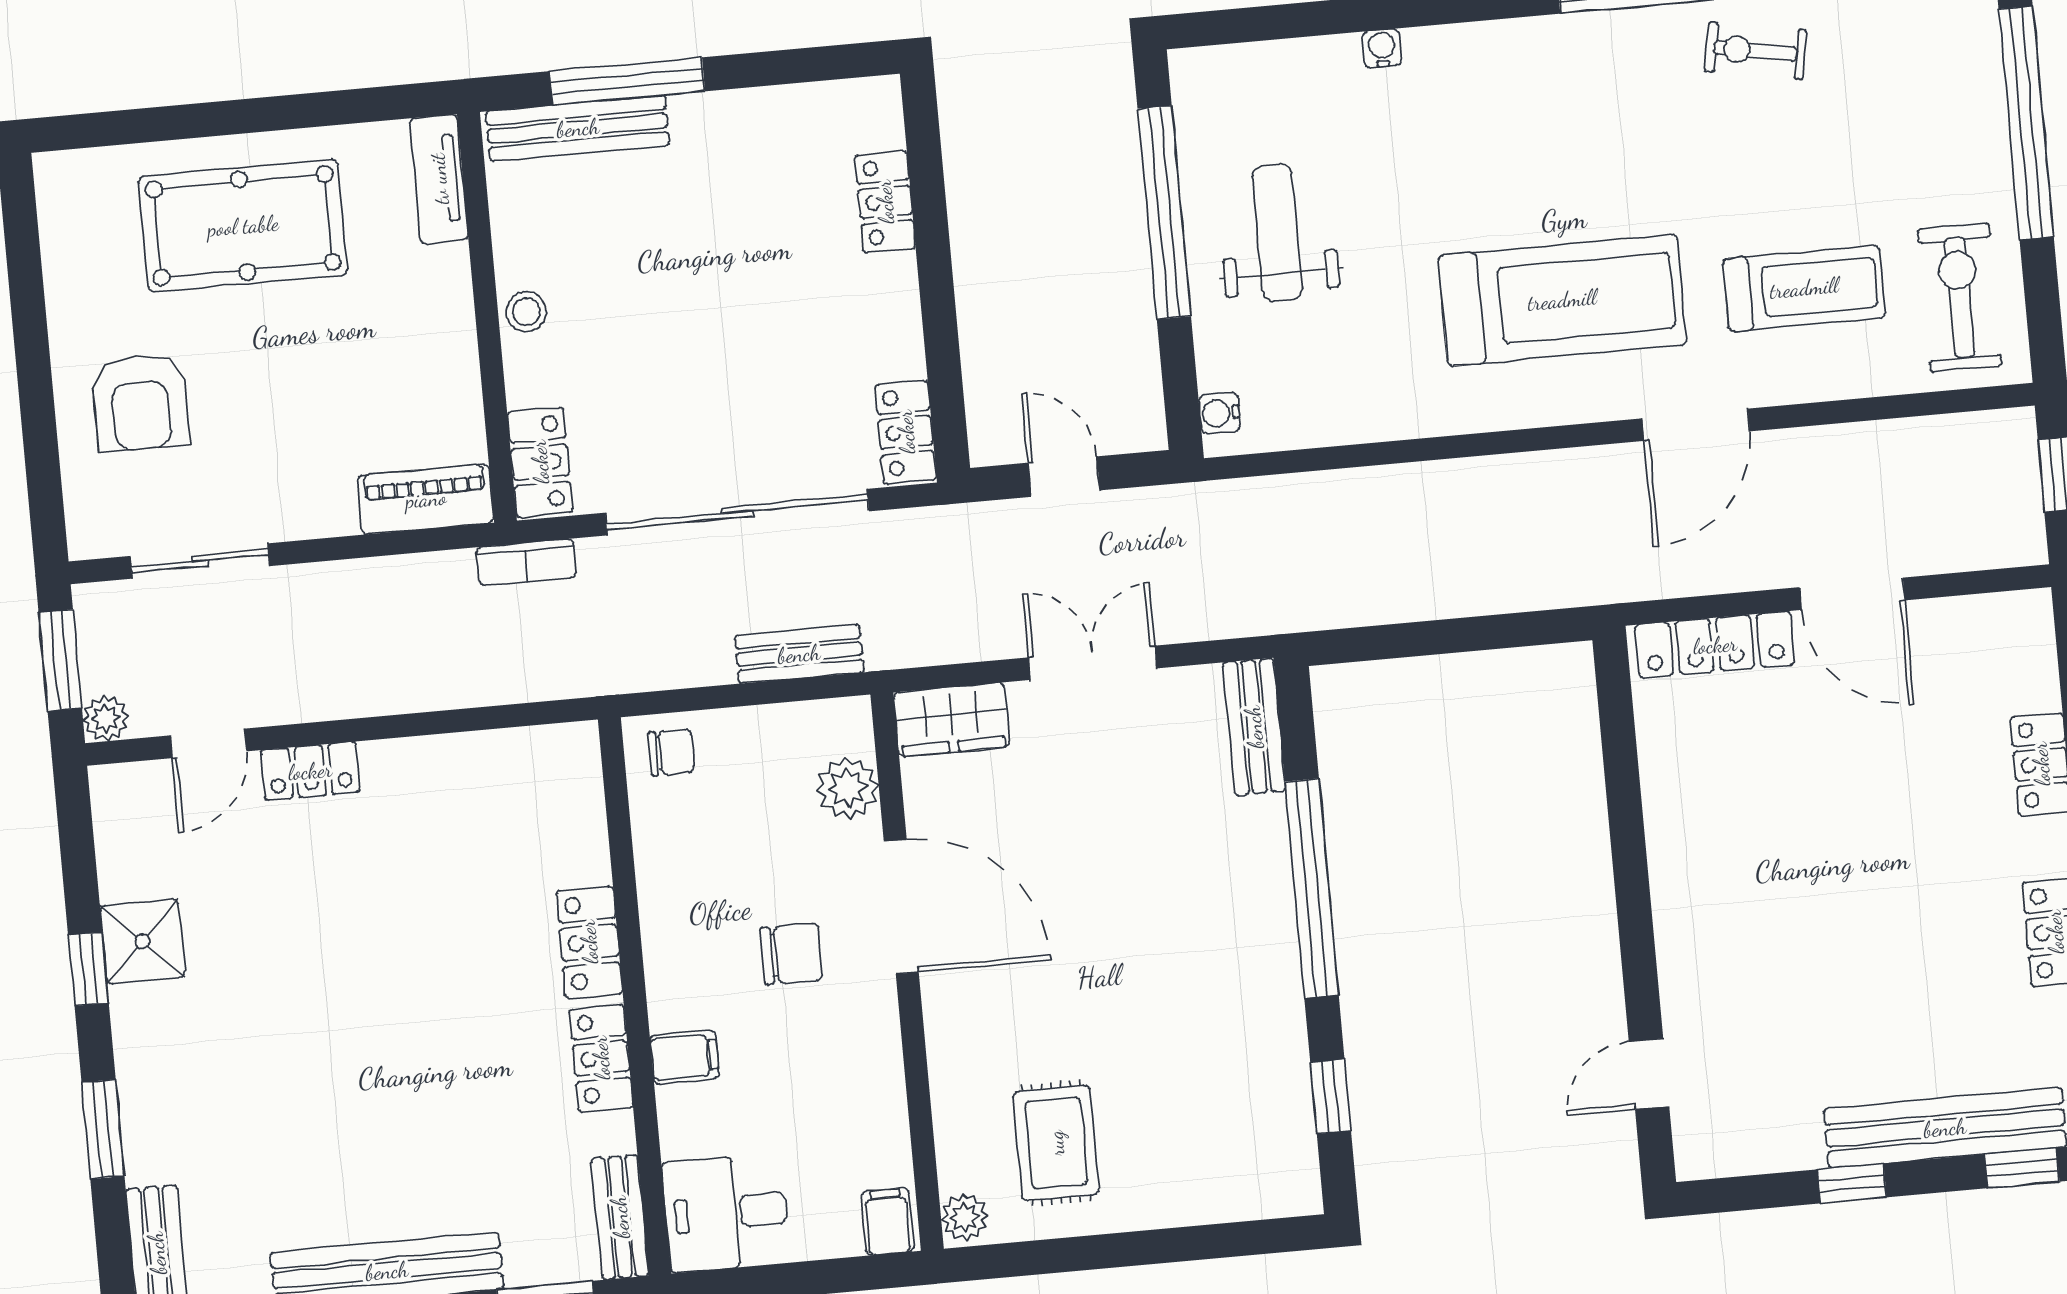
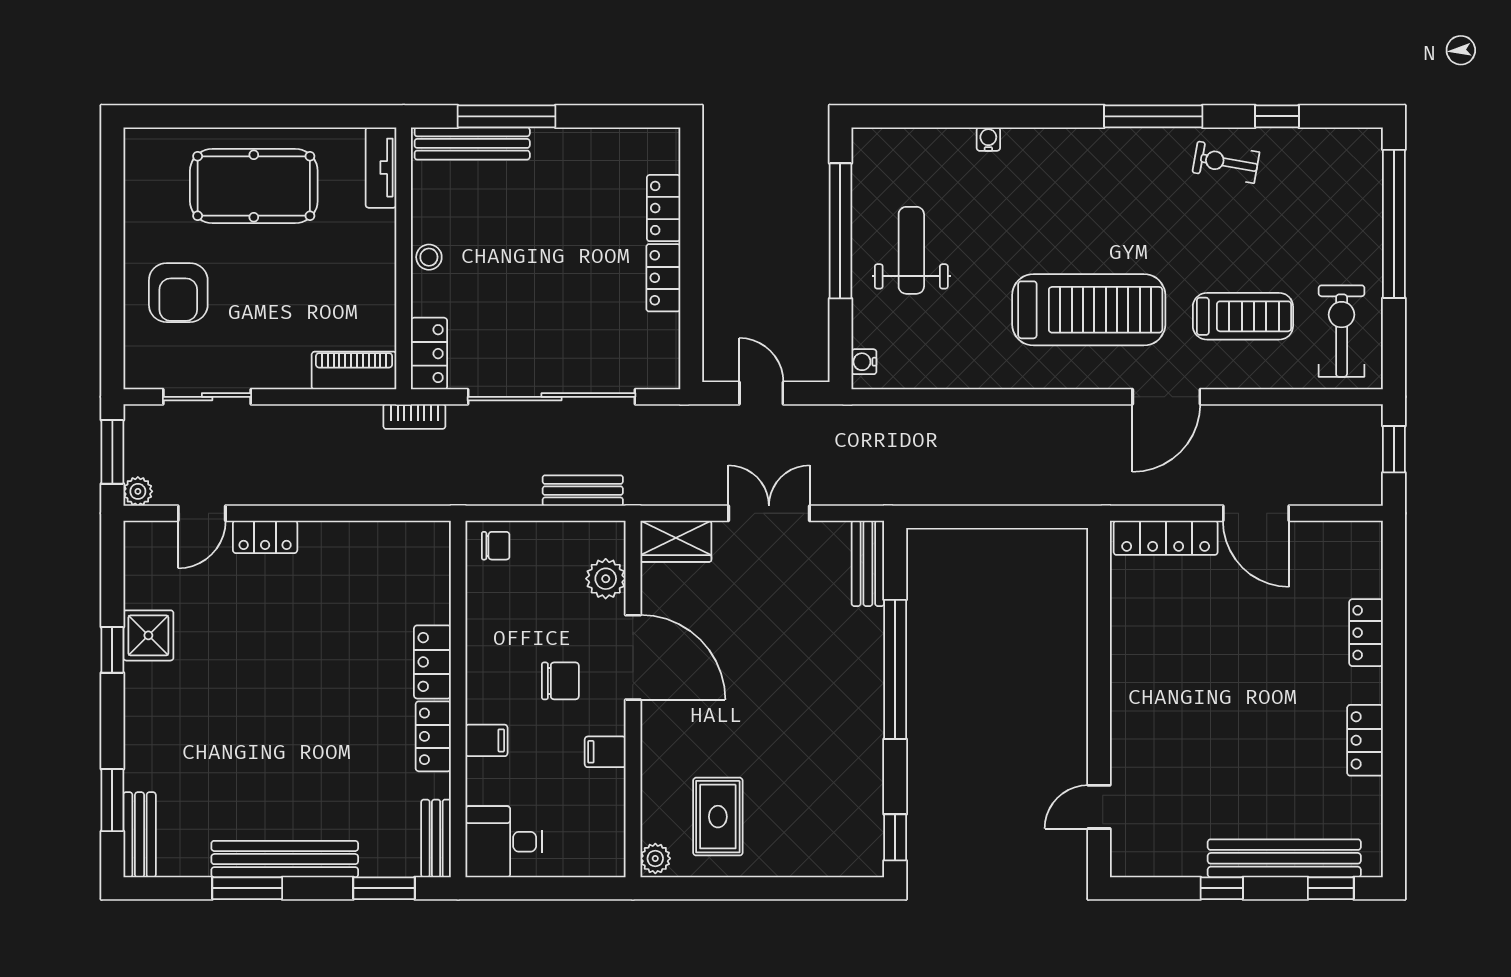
locker: (906, 432) -> (663, 278), moved
window: (1331, 1097) -> (895, 837), moved
window: (103, 1129) -> (112, 800), moved
filing cabinet: (887, 1222) -> (605, 752), moved, turned -90

